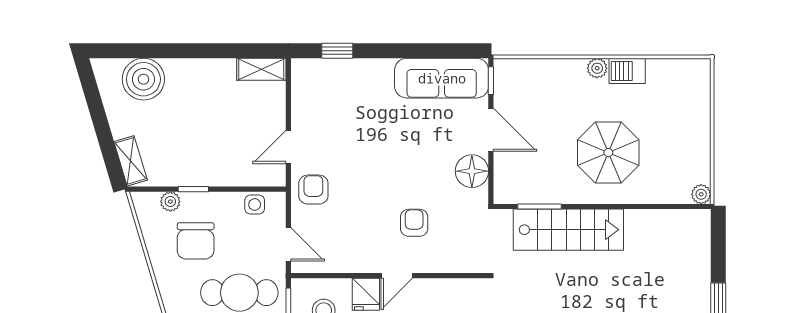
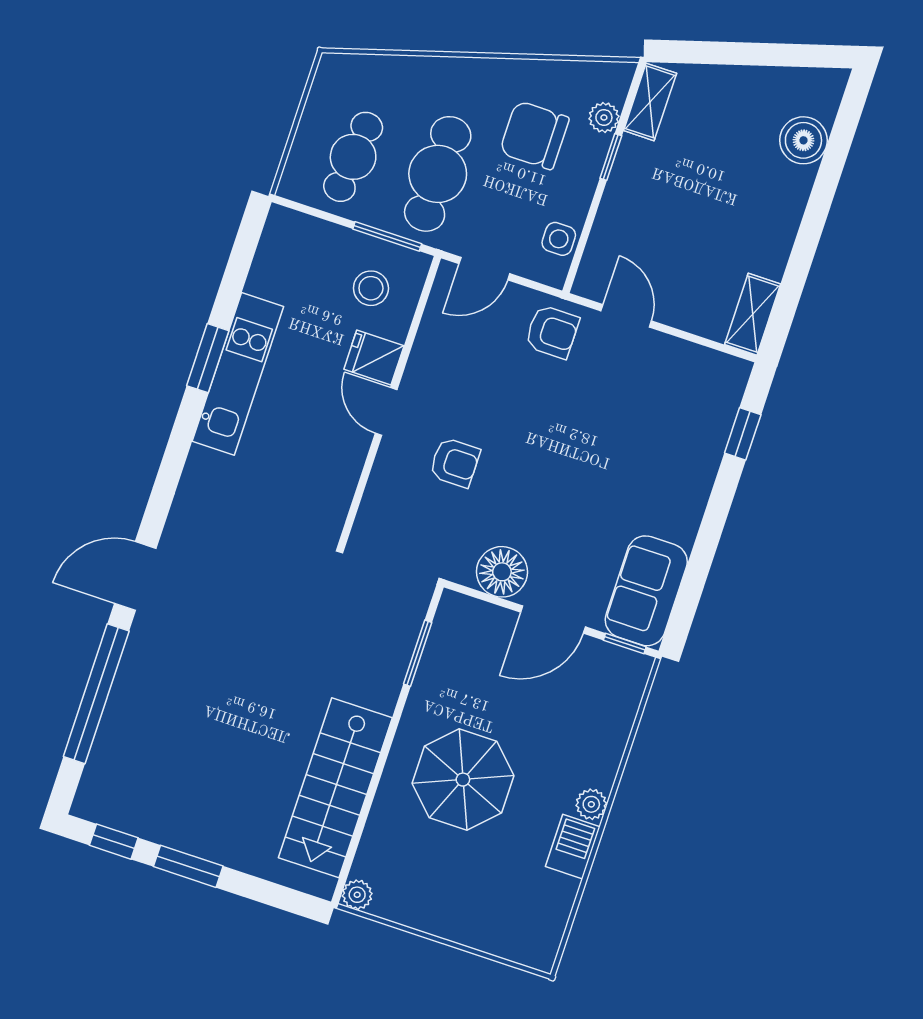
sofa: (442, 78) -> (646, 591), width x0.73
boiler: (143, 79) -> (803, 140), width x0.73, depth x0.73
shelving: (131, 161) -> (650, 102), moved, turned -73
stairs: (568, 230) -> (335, 788), moved

